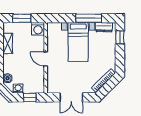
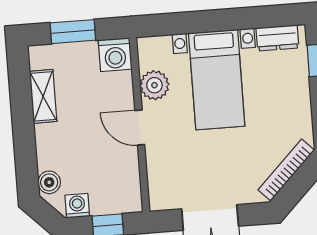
window: (89, 18) -> (238, 19), removed
plant: (53, 42) -> (154, 85), added

